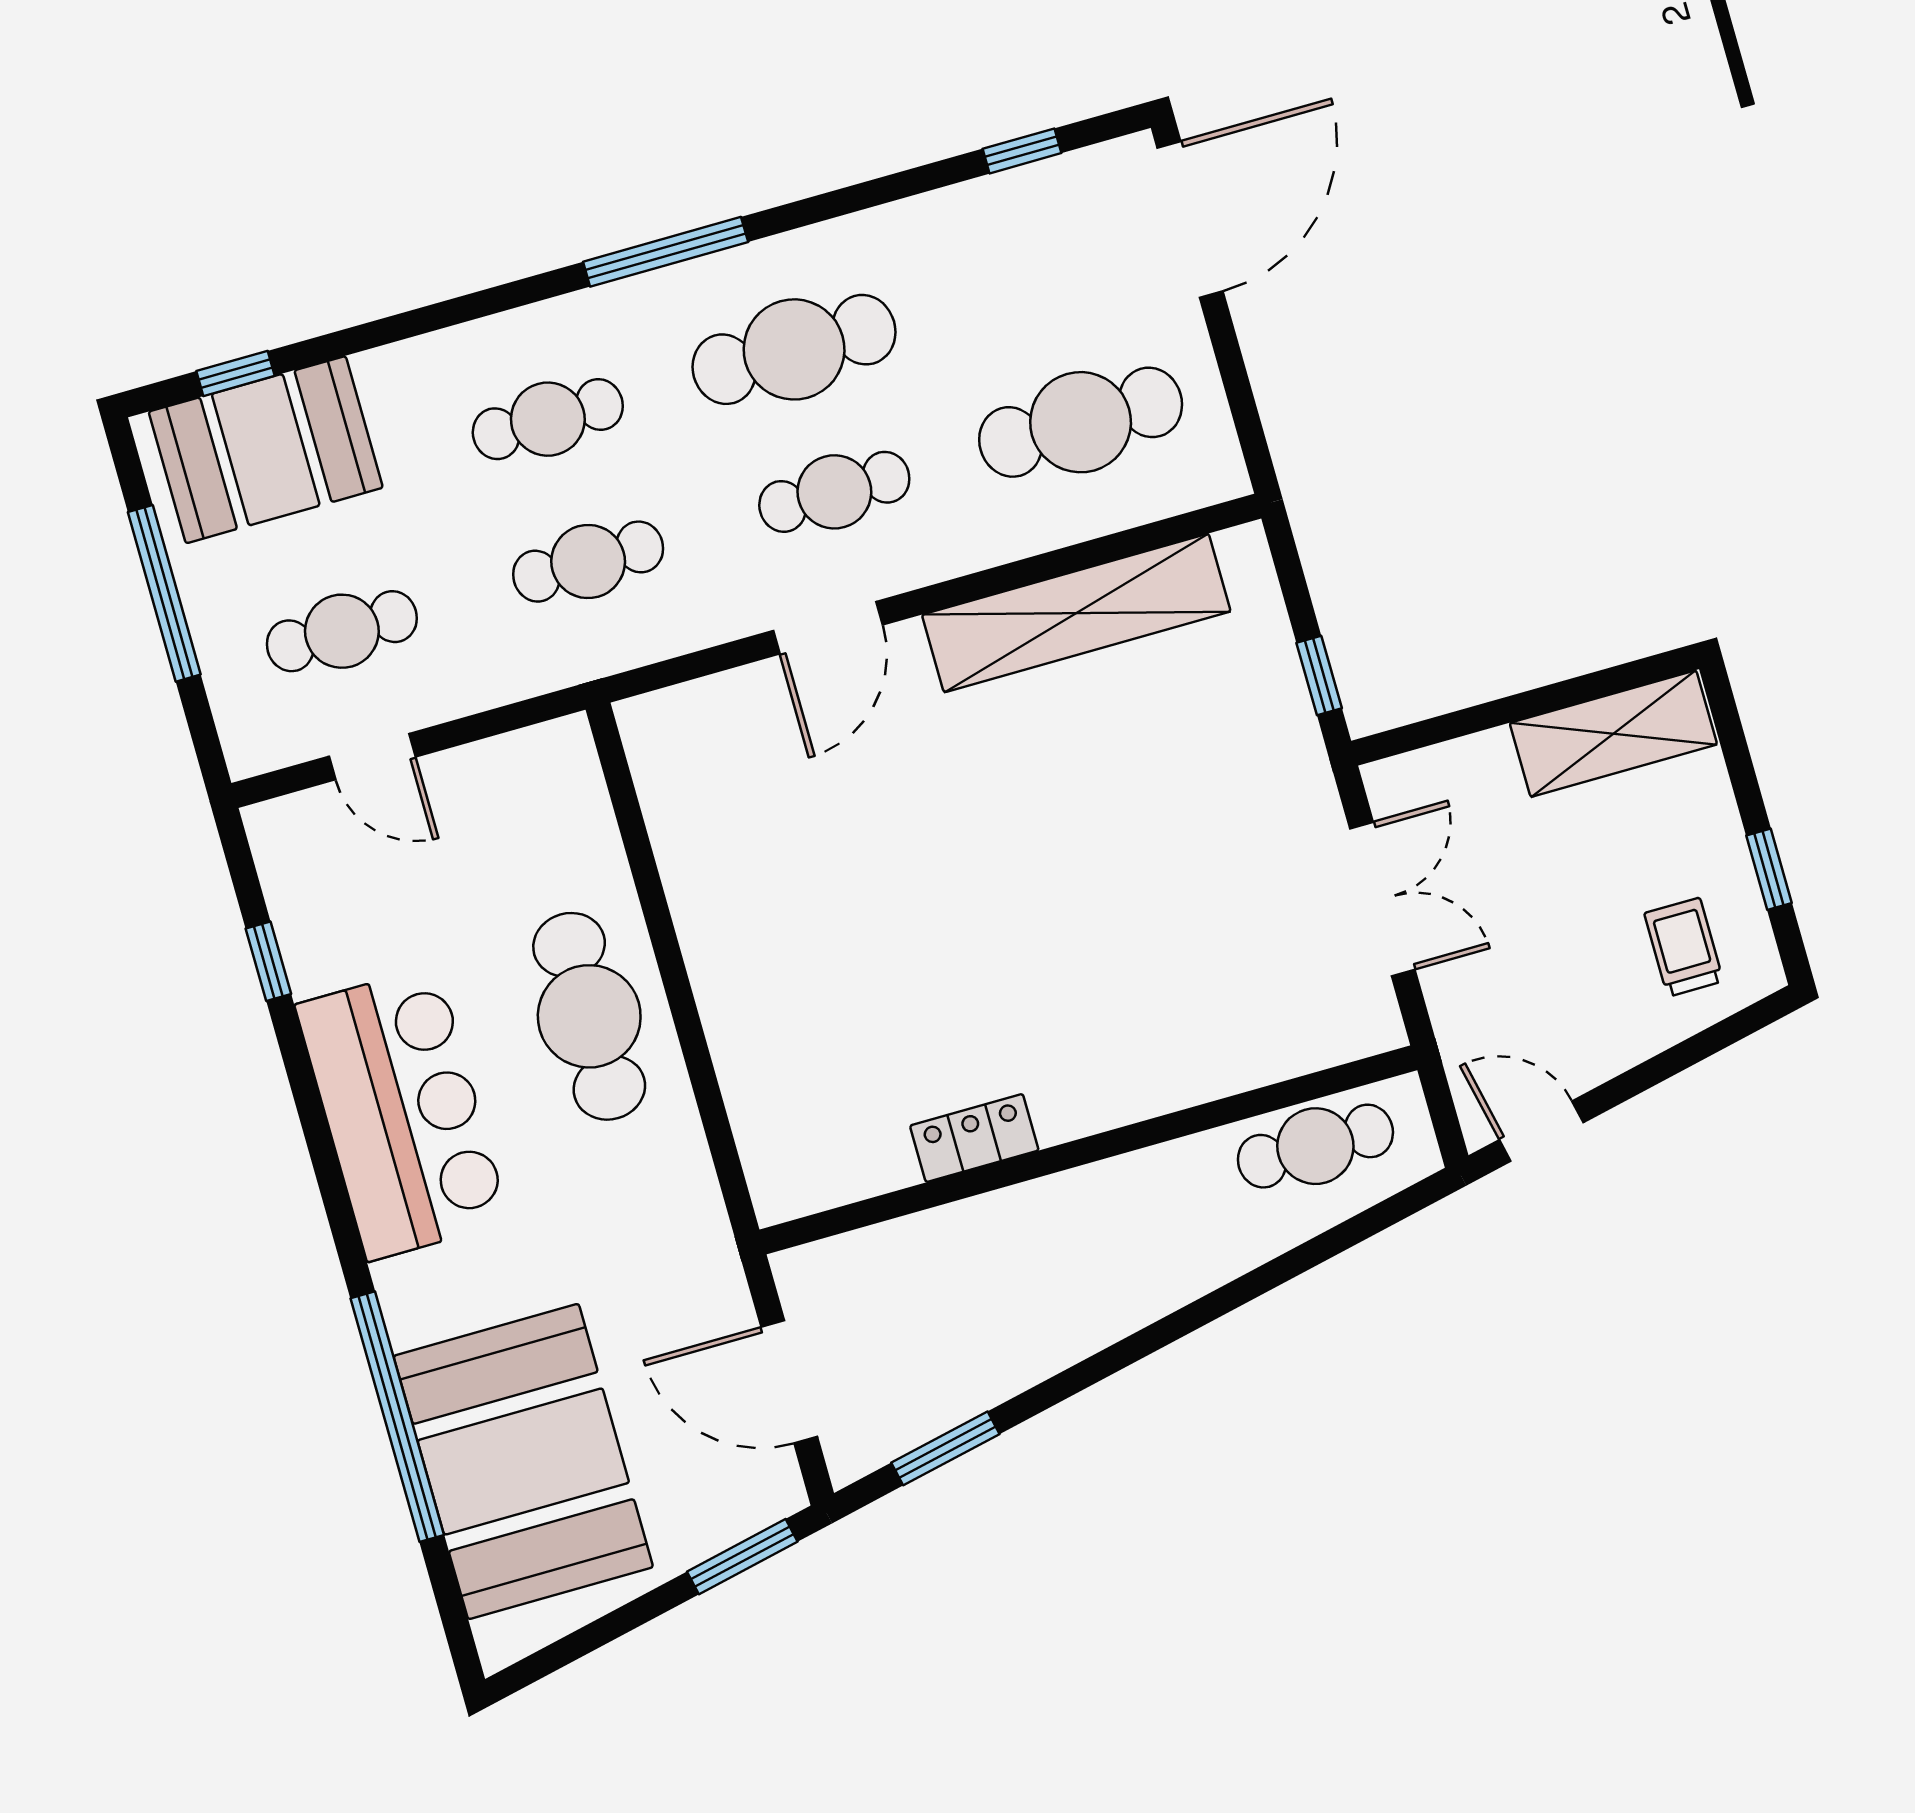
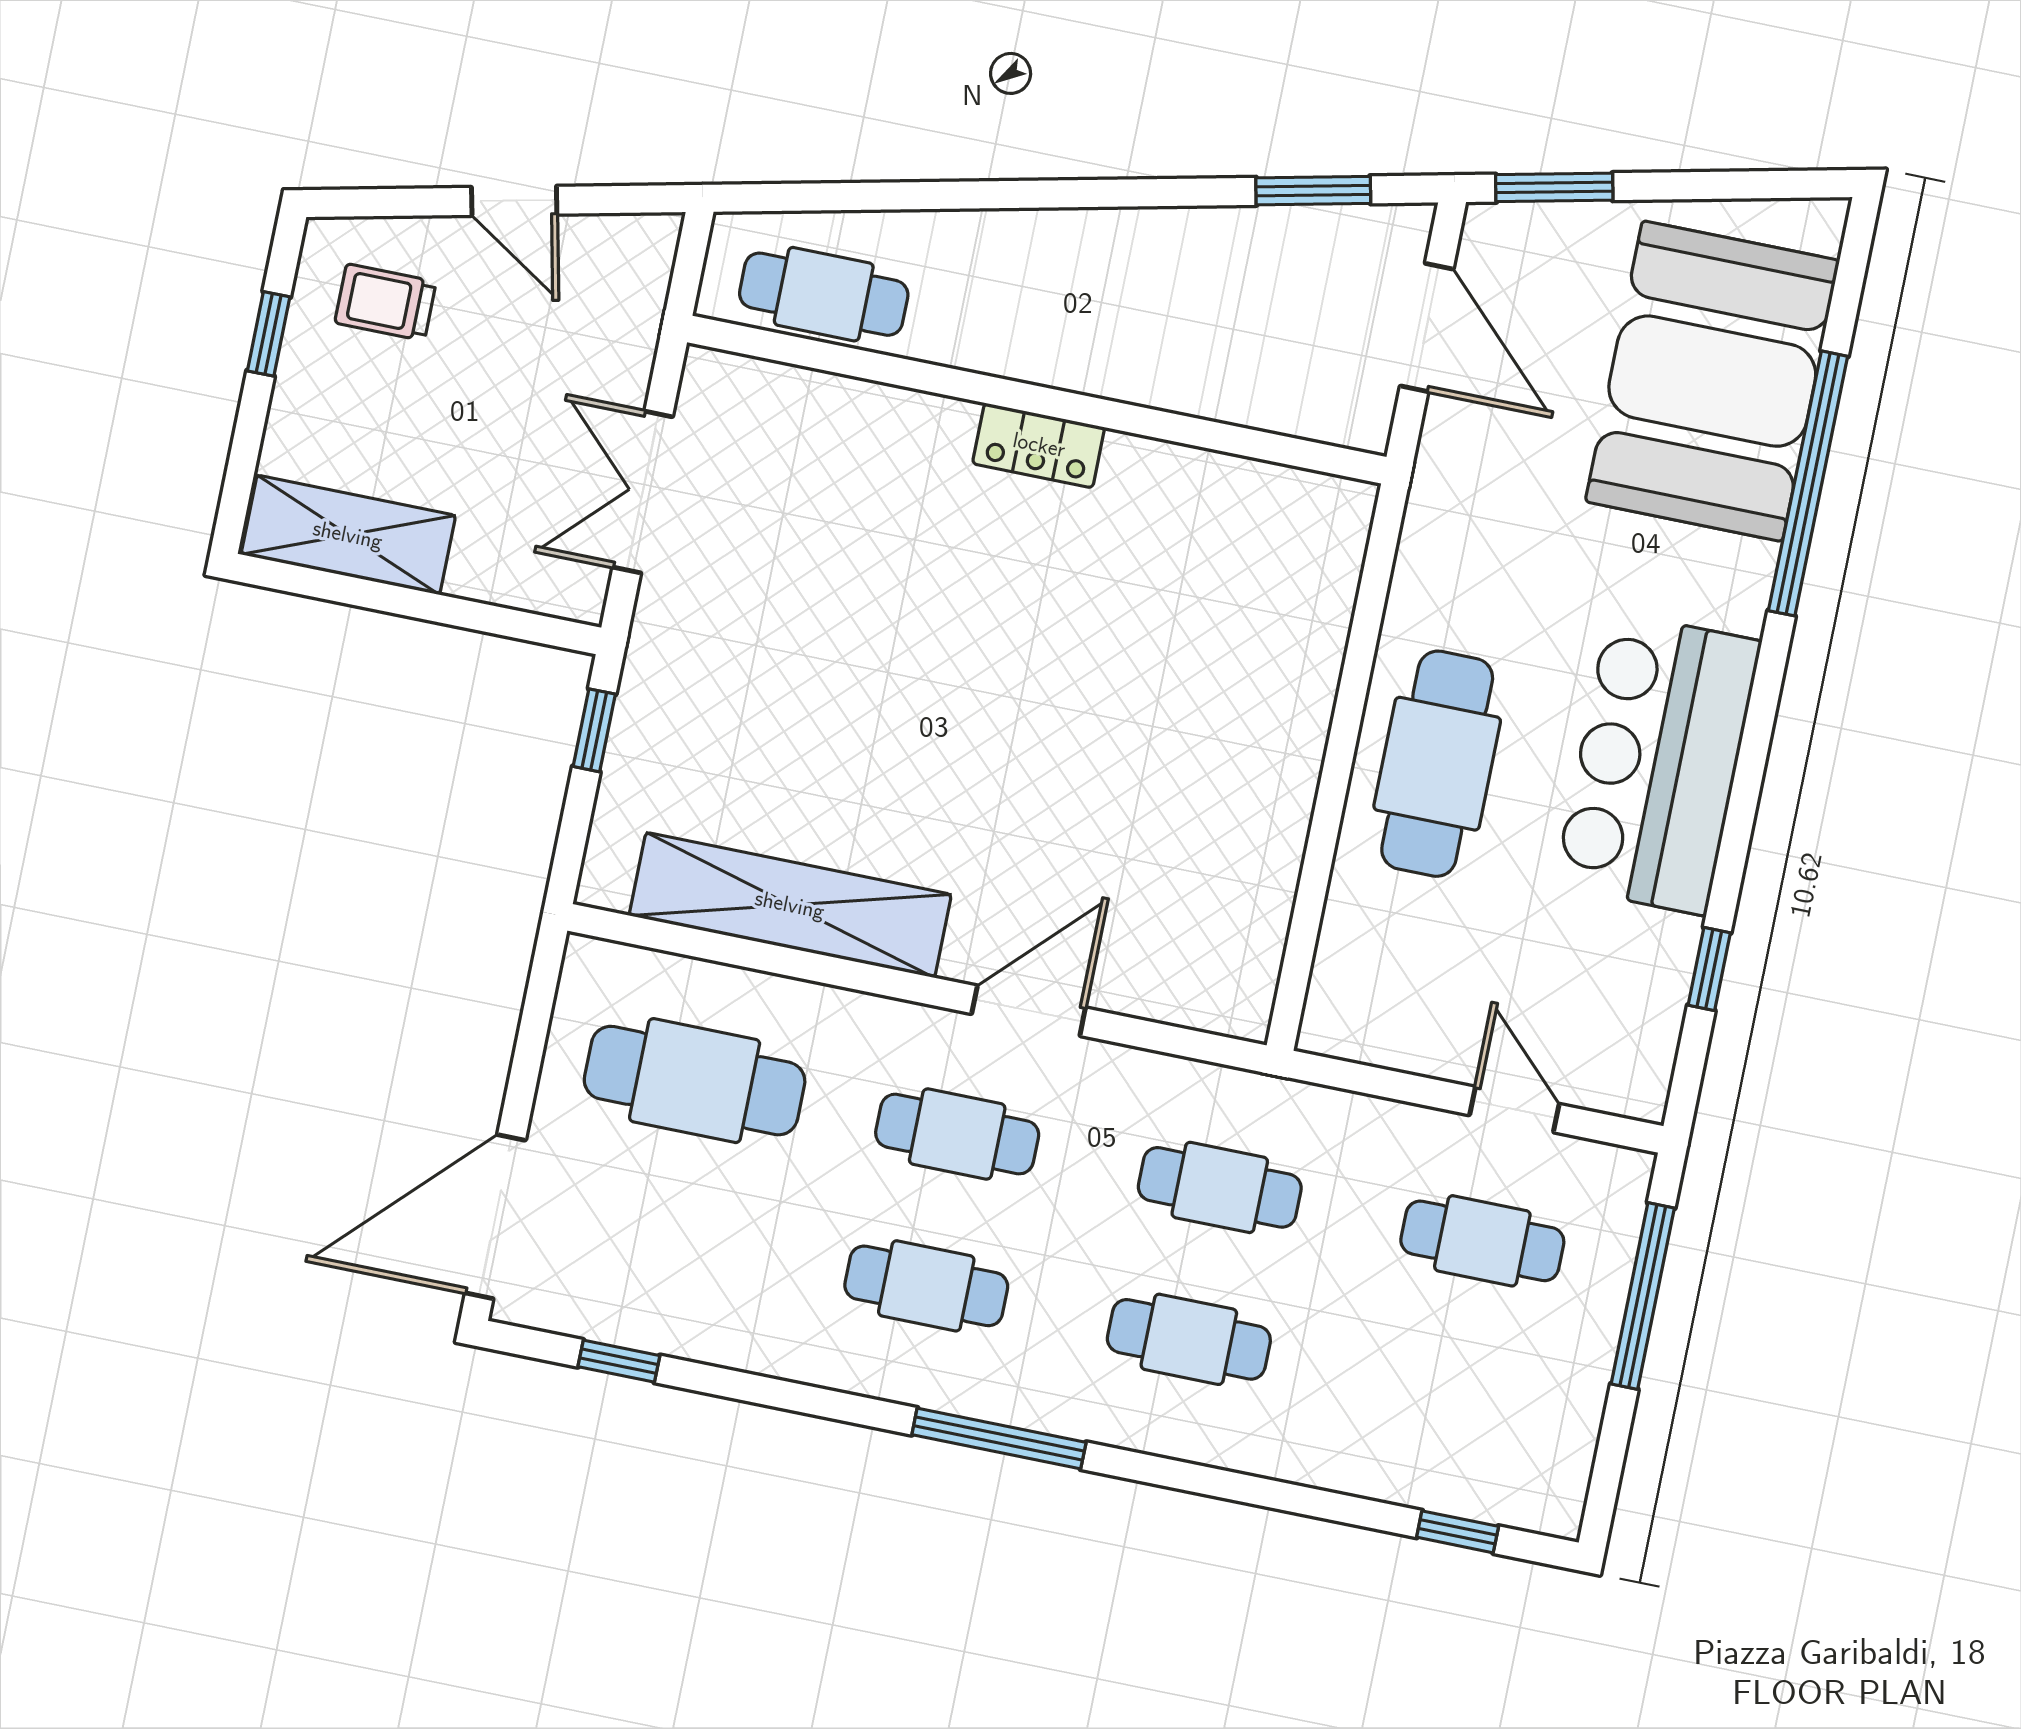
cafe table: (794, 349) -> (926, 1286), width x0.73, depth x0.74
booth: (266, 450) -> (1466, 1446), removed
window: (164, 593) -> (1643, 1296), moved
trolley: (1684, 947) -> (385, 302), turned 90
door: (1541, 1131) -> (514, 201), moved
locker: (974, 1138) -> (1039, 445), moved

